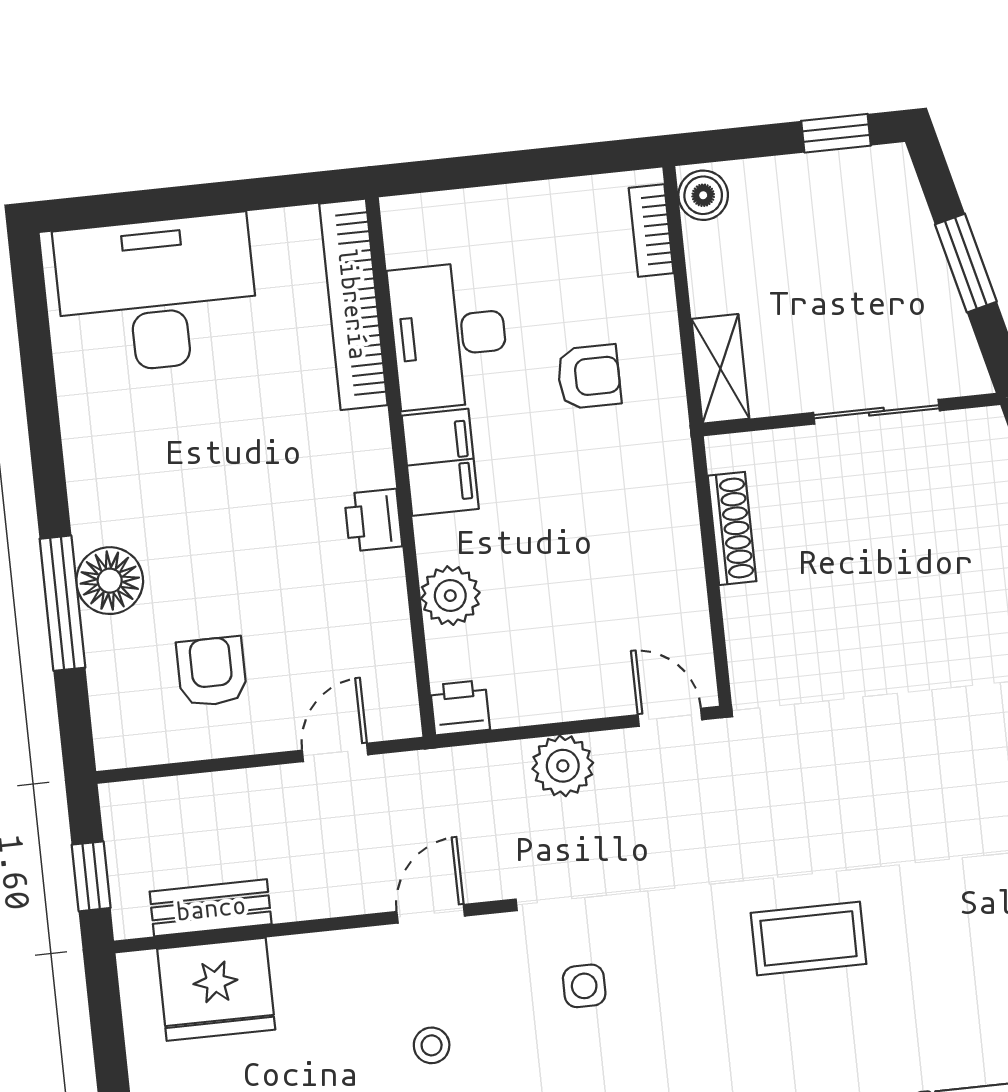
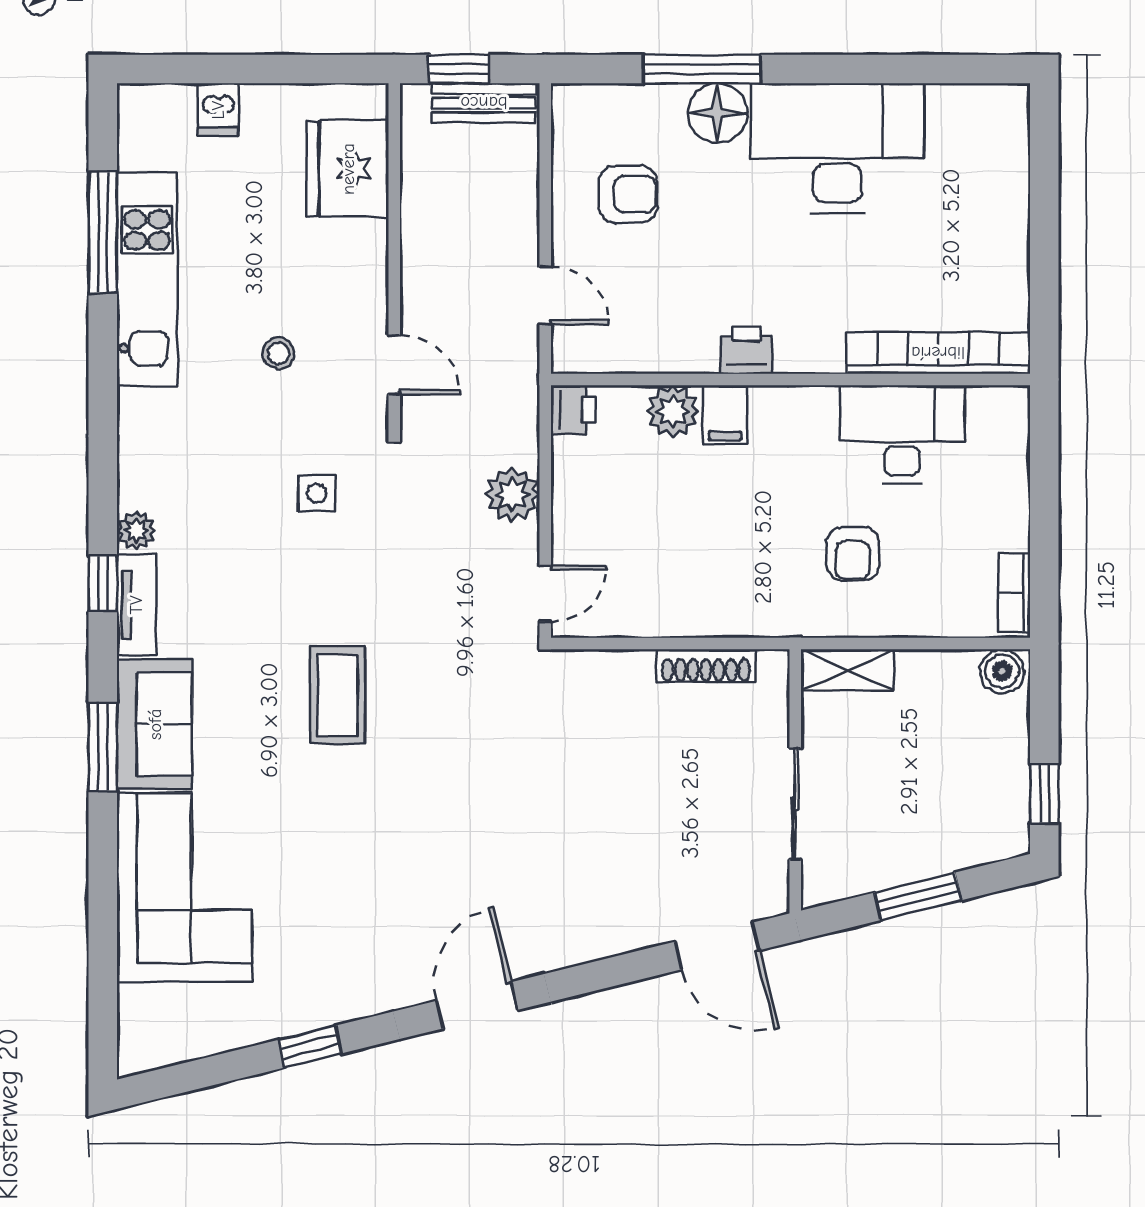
bookcase: (651, 231) -> (1014, 593), moved, turned -90
desk: (157, 294) -> (837, 148), moved, turned -90
filing cabinet: (440, 462) -> (725, 415), moved, width x0.50
bench: (211, 908) -> (484, 103), moved, turned 90

